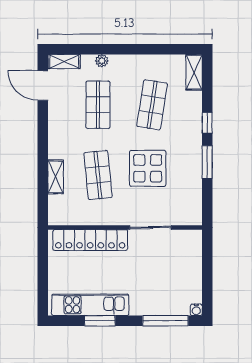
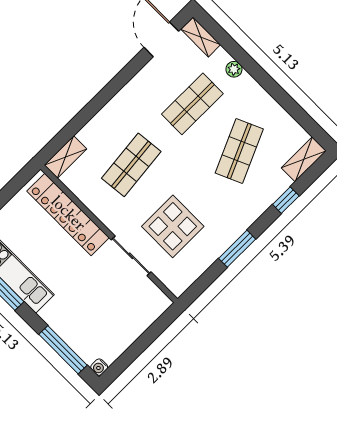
shop shelf: (152, 105) -> (239, 151), turned -33
window: (207, 123) -> (286, 200), moved
display table: (148, 168) -> (173, 226), moved
shelving: (56, 177) -> (65, 157), moved

